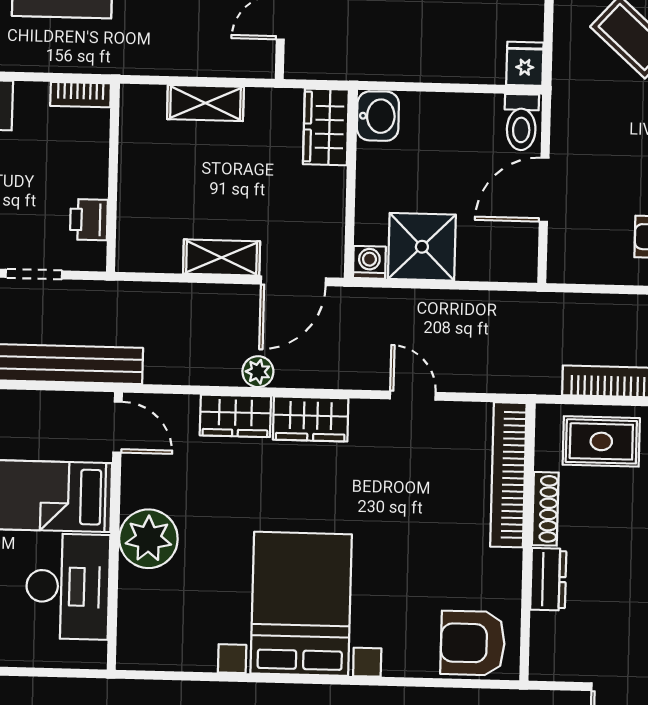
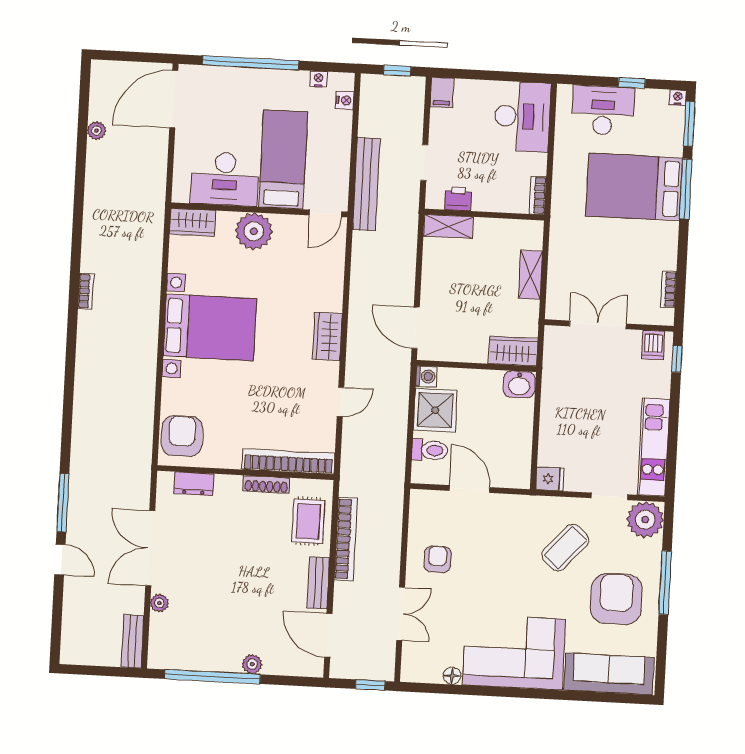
toilet: (521, 122) -> (430, 450), moved, turned 180
shelving: (222, 257) -> (449, 226), moved, turned 90
plant: (258, 372) -> (358, 304), removed
wardrobe: (235, 416) -> (193, 222), moved, turned -90
dresser: (548, 579) -> (194, 484), moved

